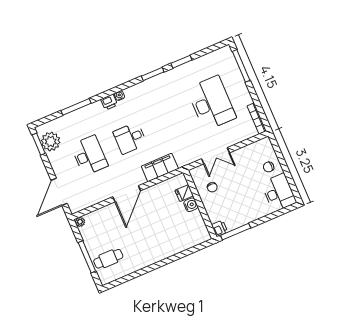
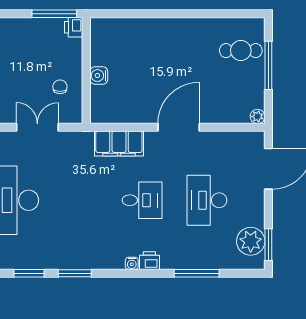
fridge: (184, 193) -> (101, 95), removed

